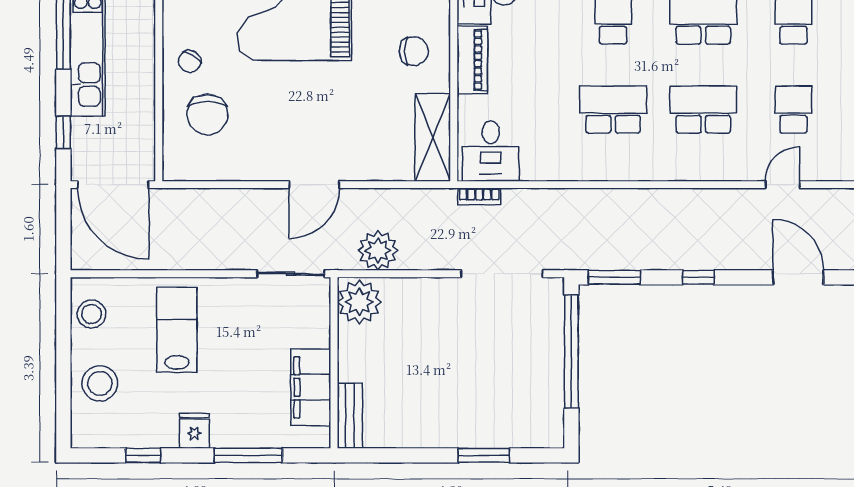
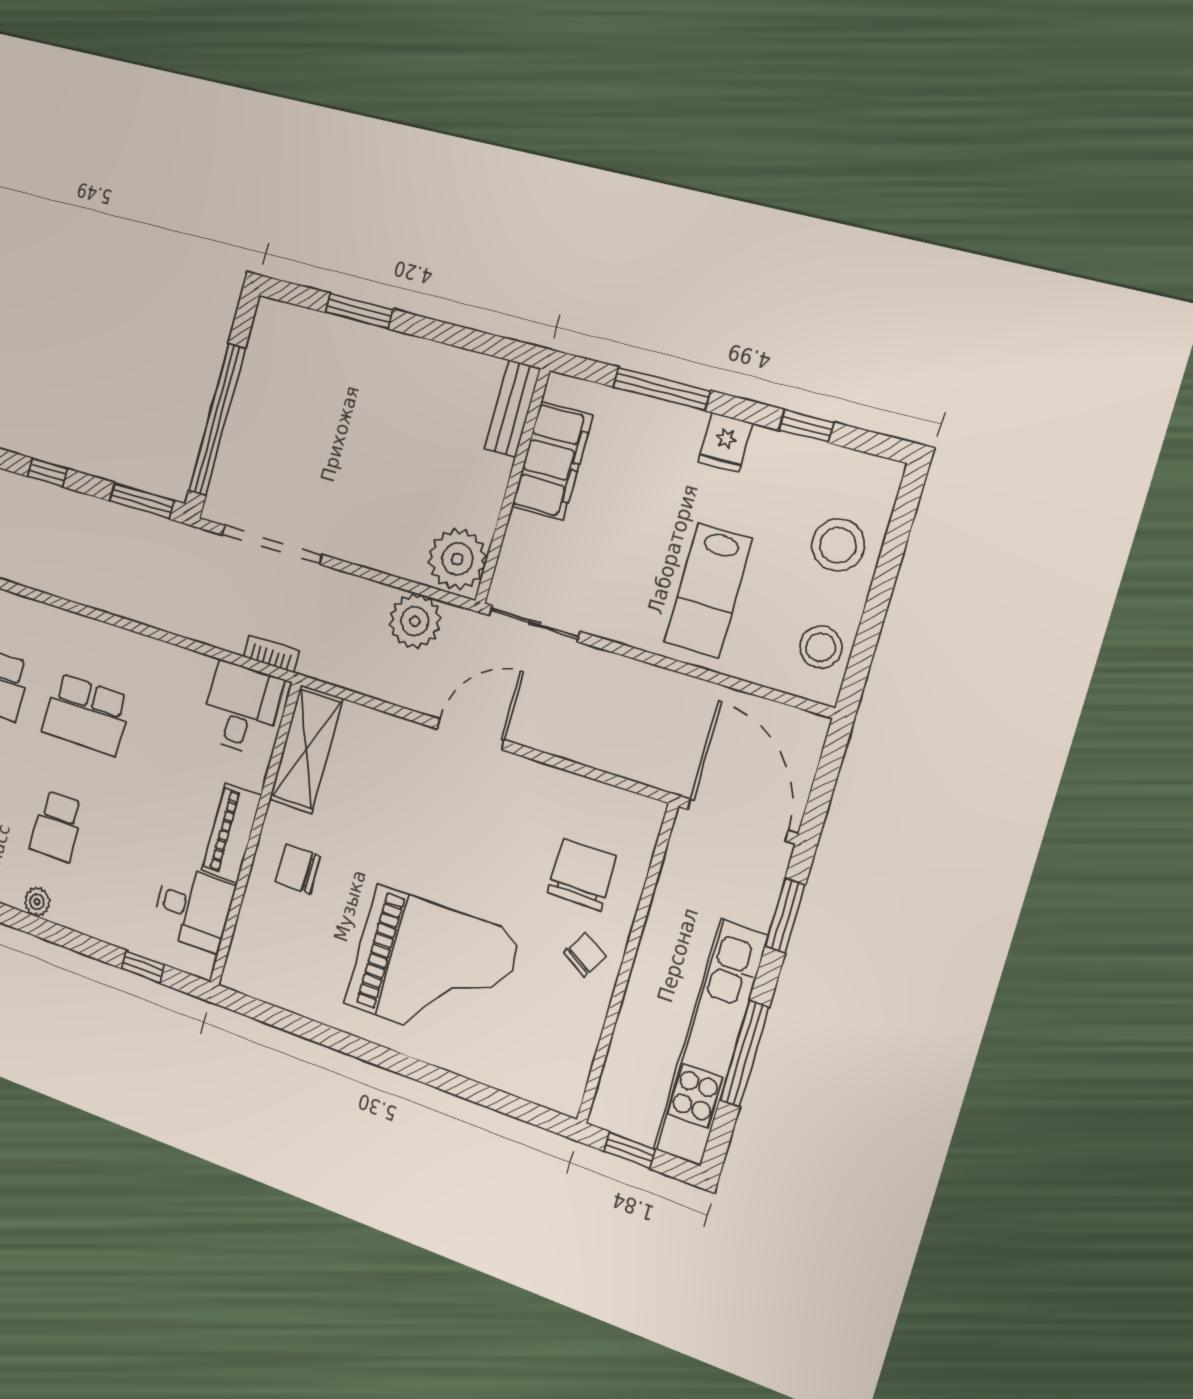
window: (63, 132) -> (785, 915), width x1.50

